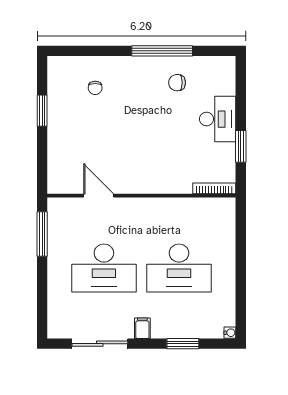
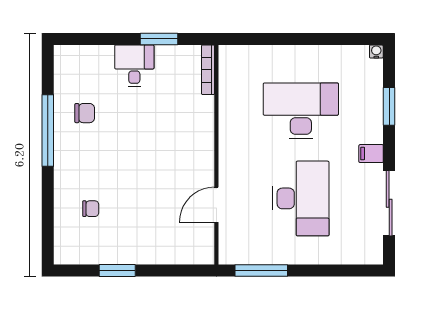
chair: (177, 83) -> (85, 113), turned -90
desk: (218, 119) -> (134, 66), width x0.73
desk: (179, 268) -> (301, 111), turned -90

